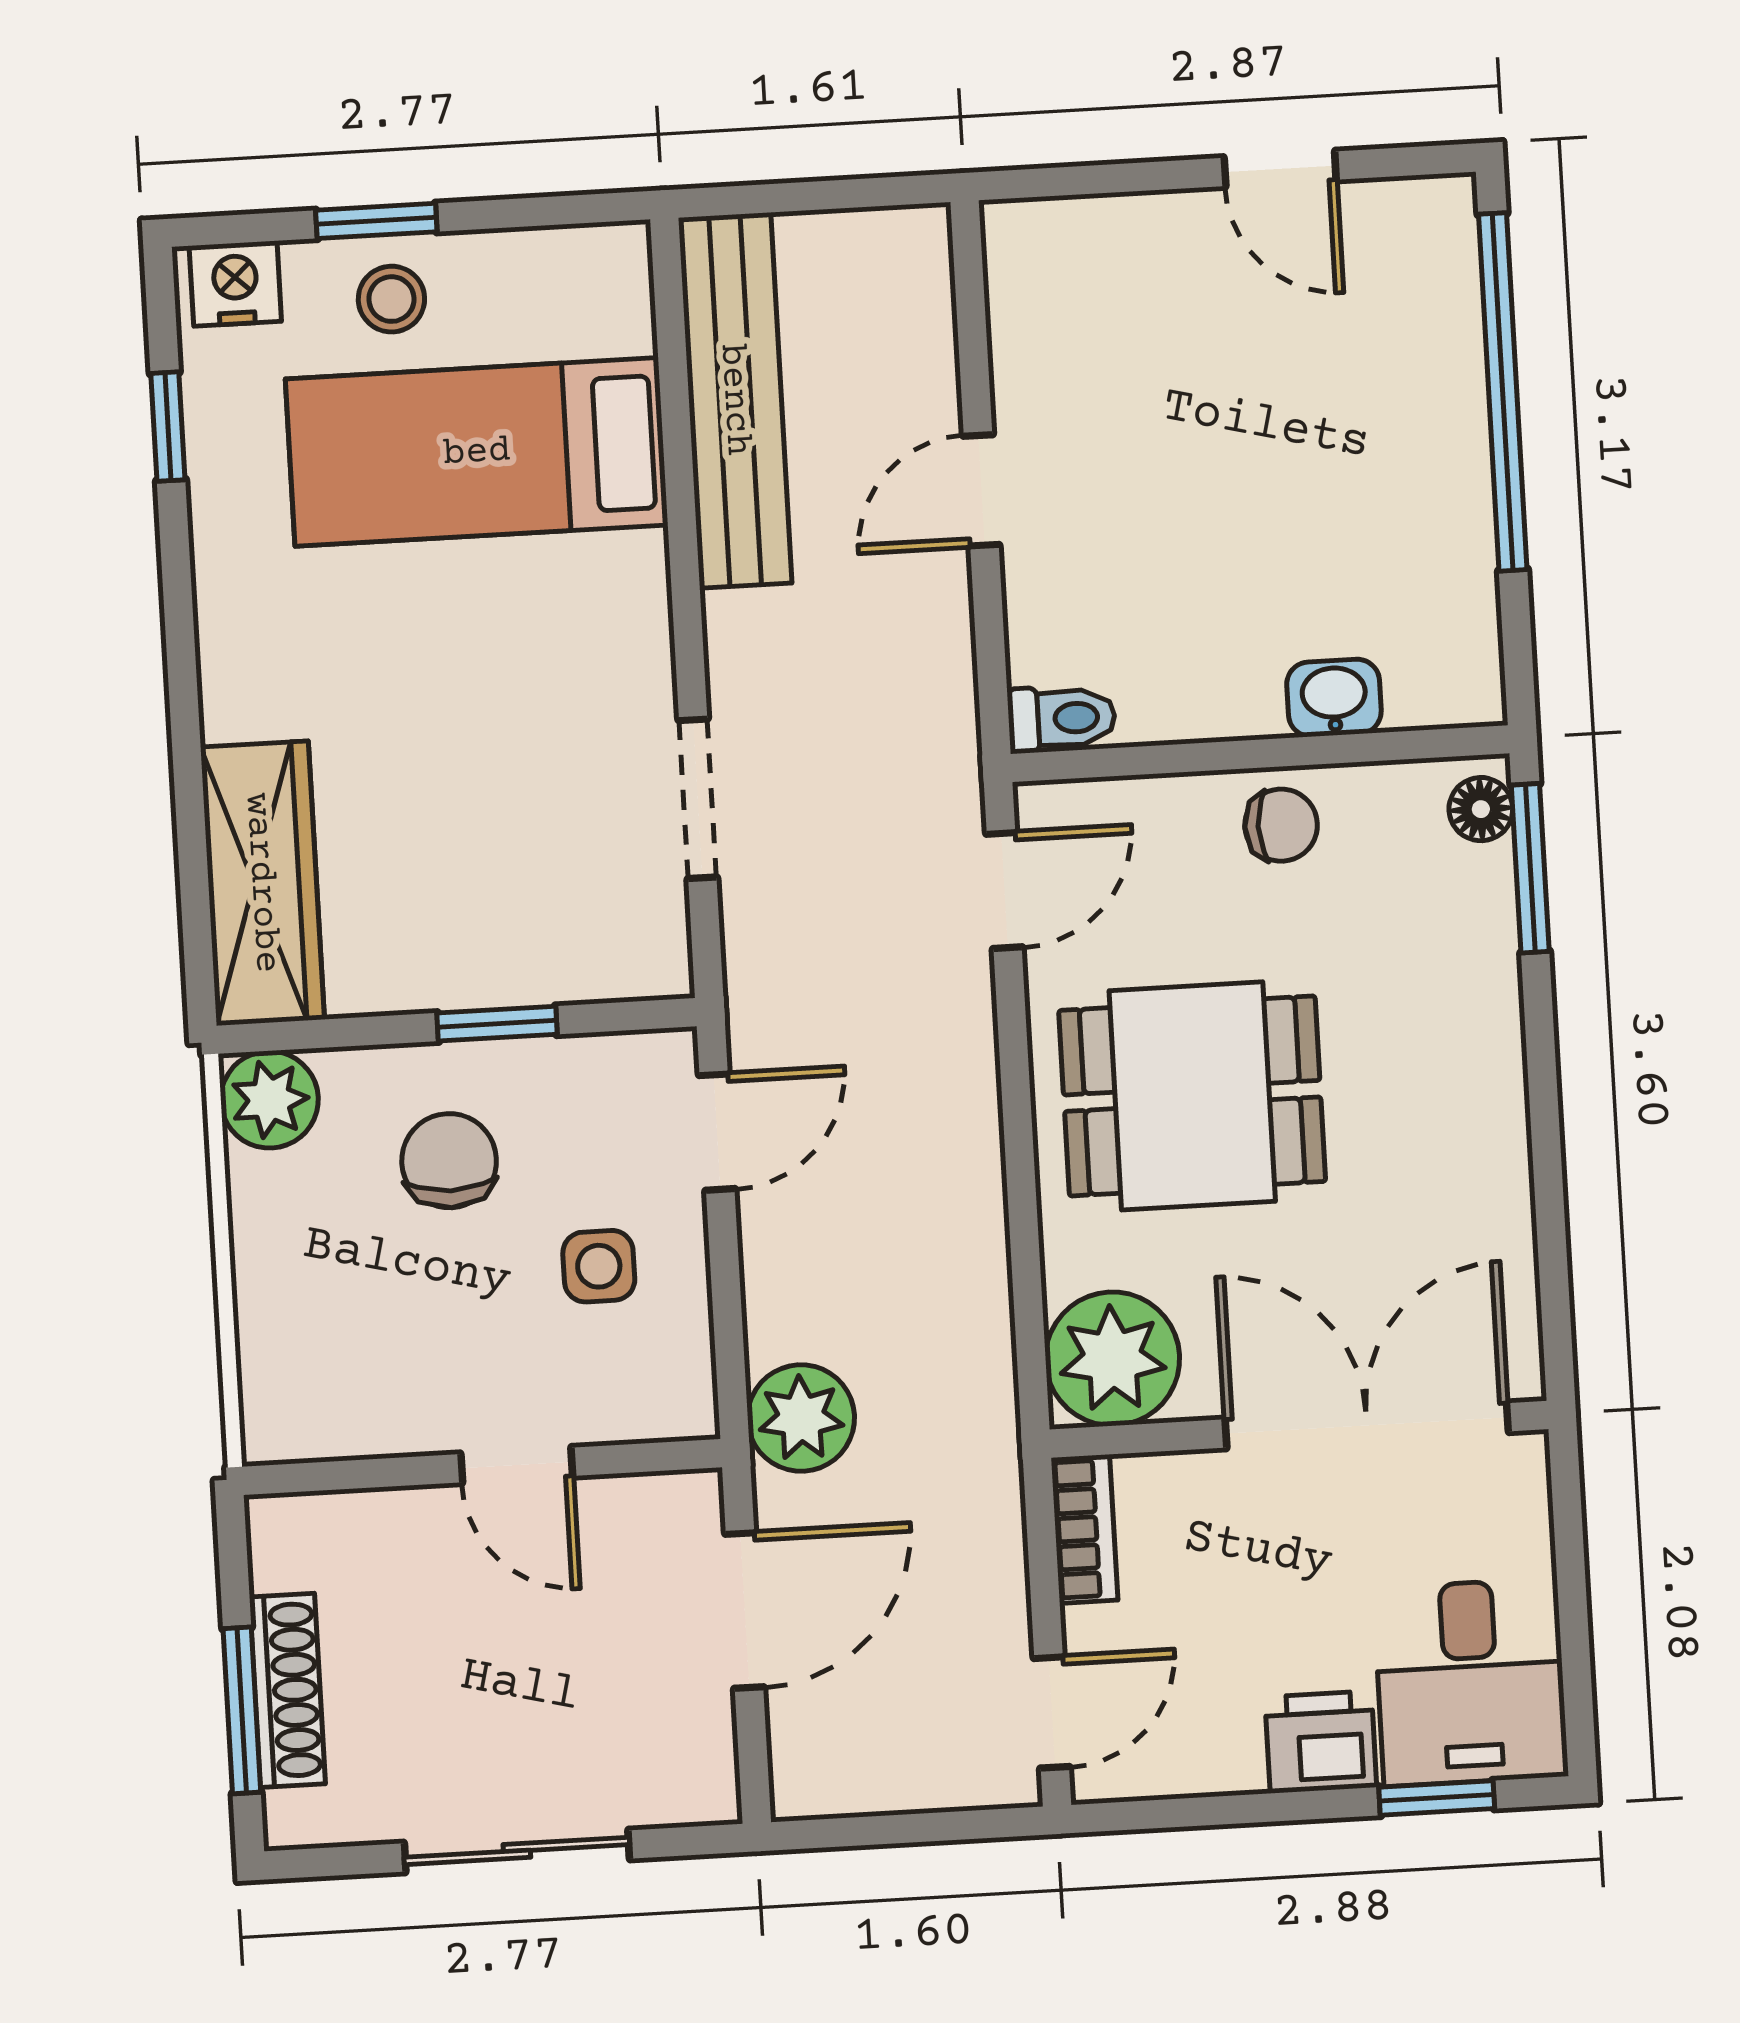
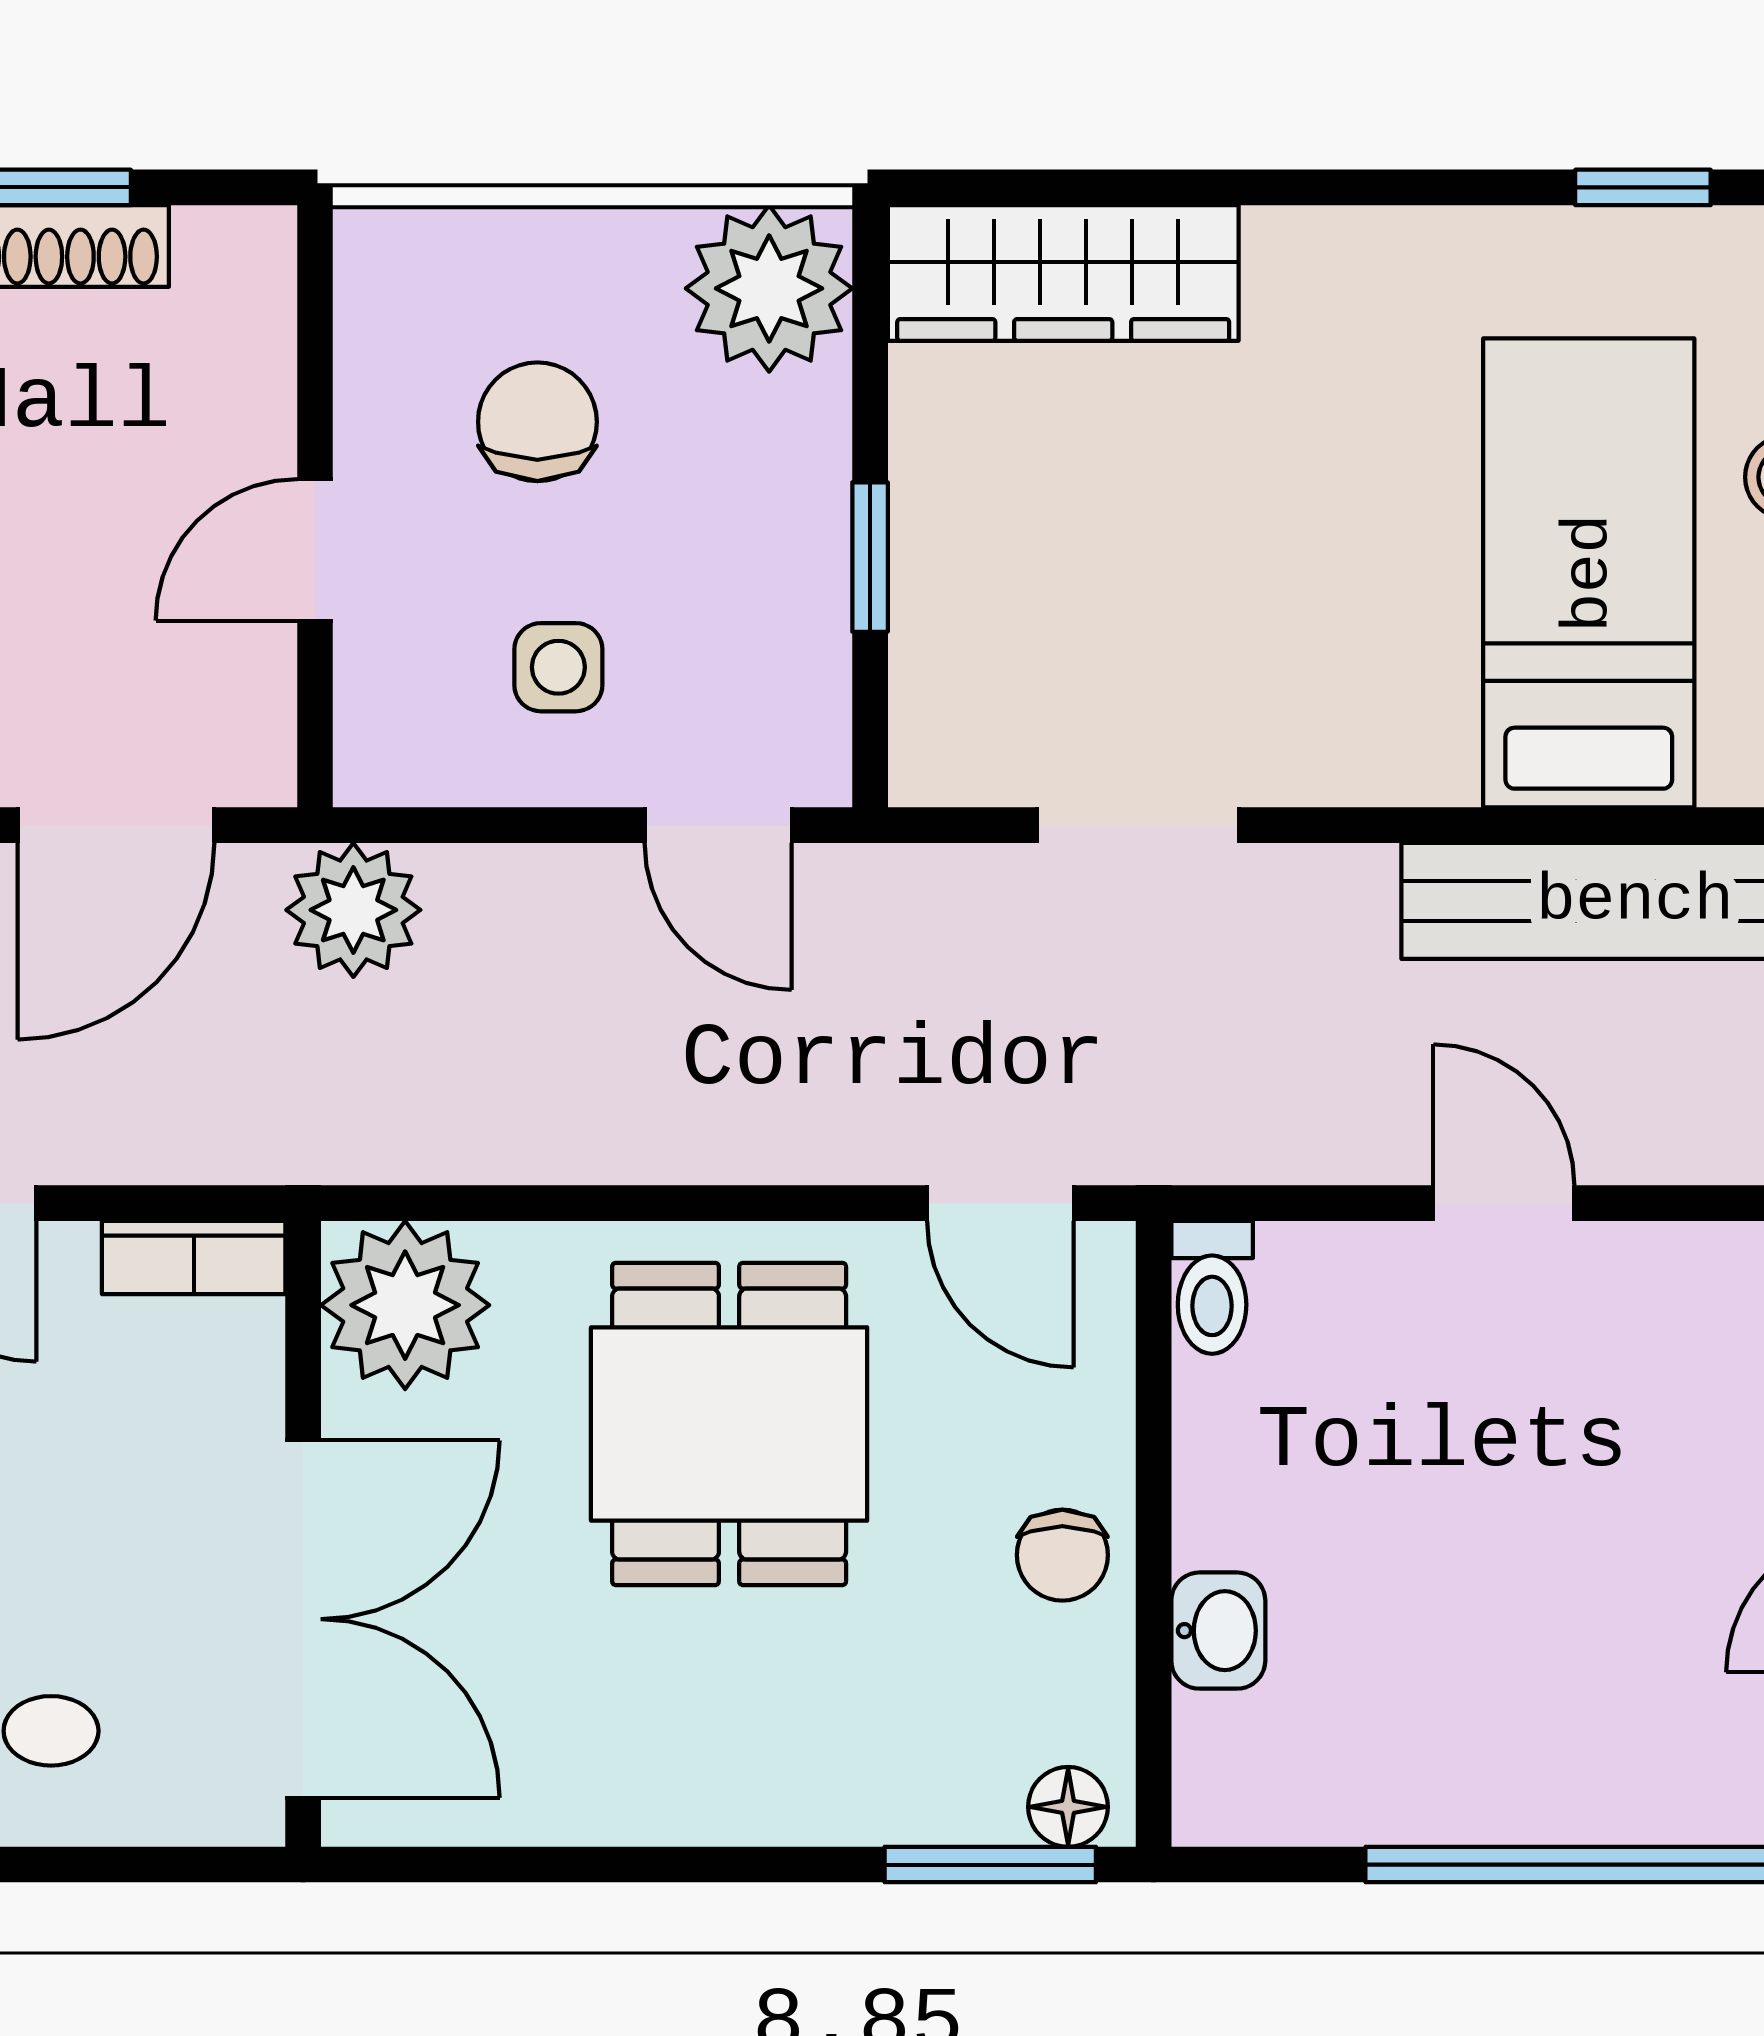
plant: (270, 1100) -> (769, 288), width x1.36, depth x1.36
chair: (449, 1161) -> (537, 422), moved, turned -90
door: (745, 1611) -> (116, 825), hinge flipped

